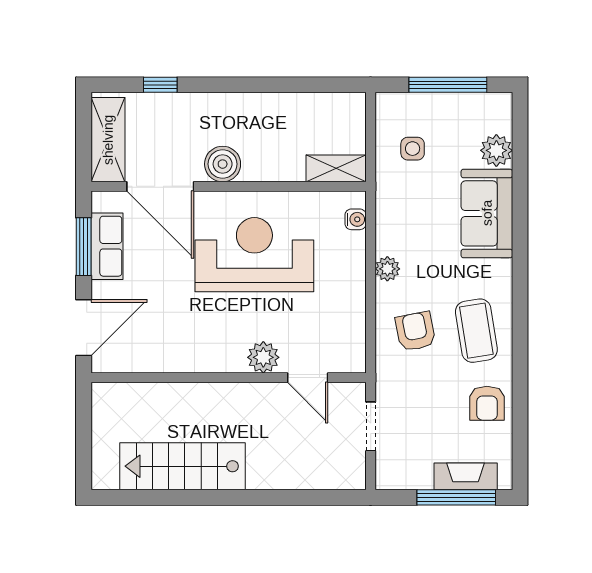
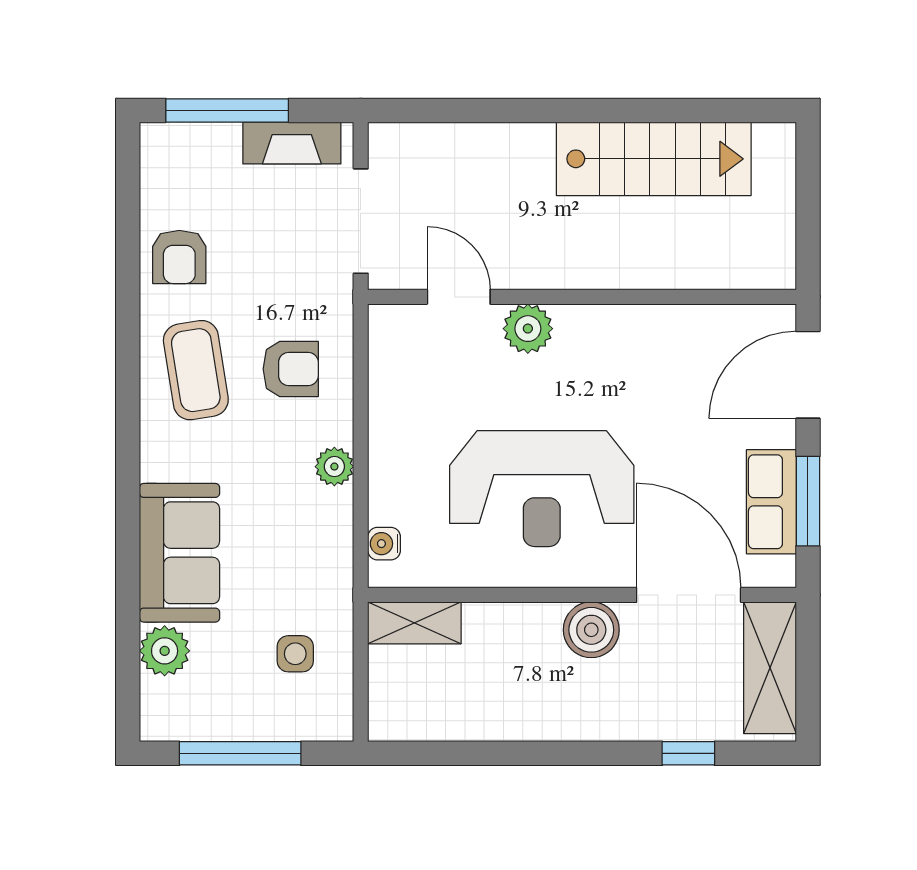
armchair: (415, 331) -> (291, 369), turned -79
armchair: (487, 403) -> (179, 257), turned 180
doorway: (371, 426) -> (361, 221), width x1.38
fireplace: (466, 476) -> (292, 143), moved

